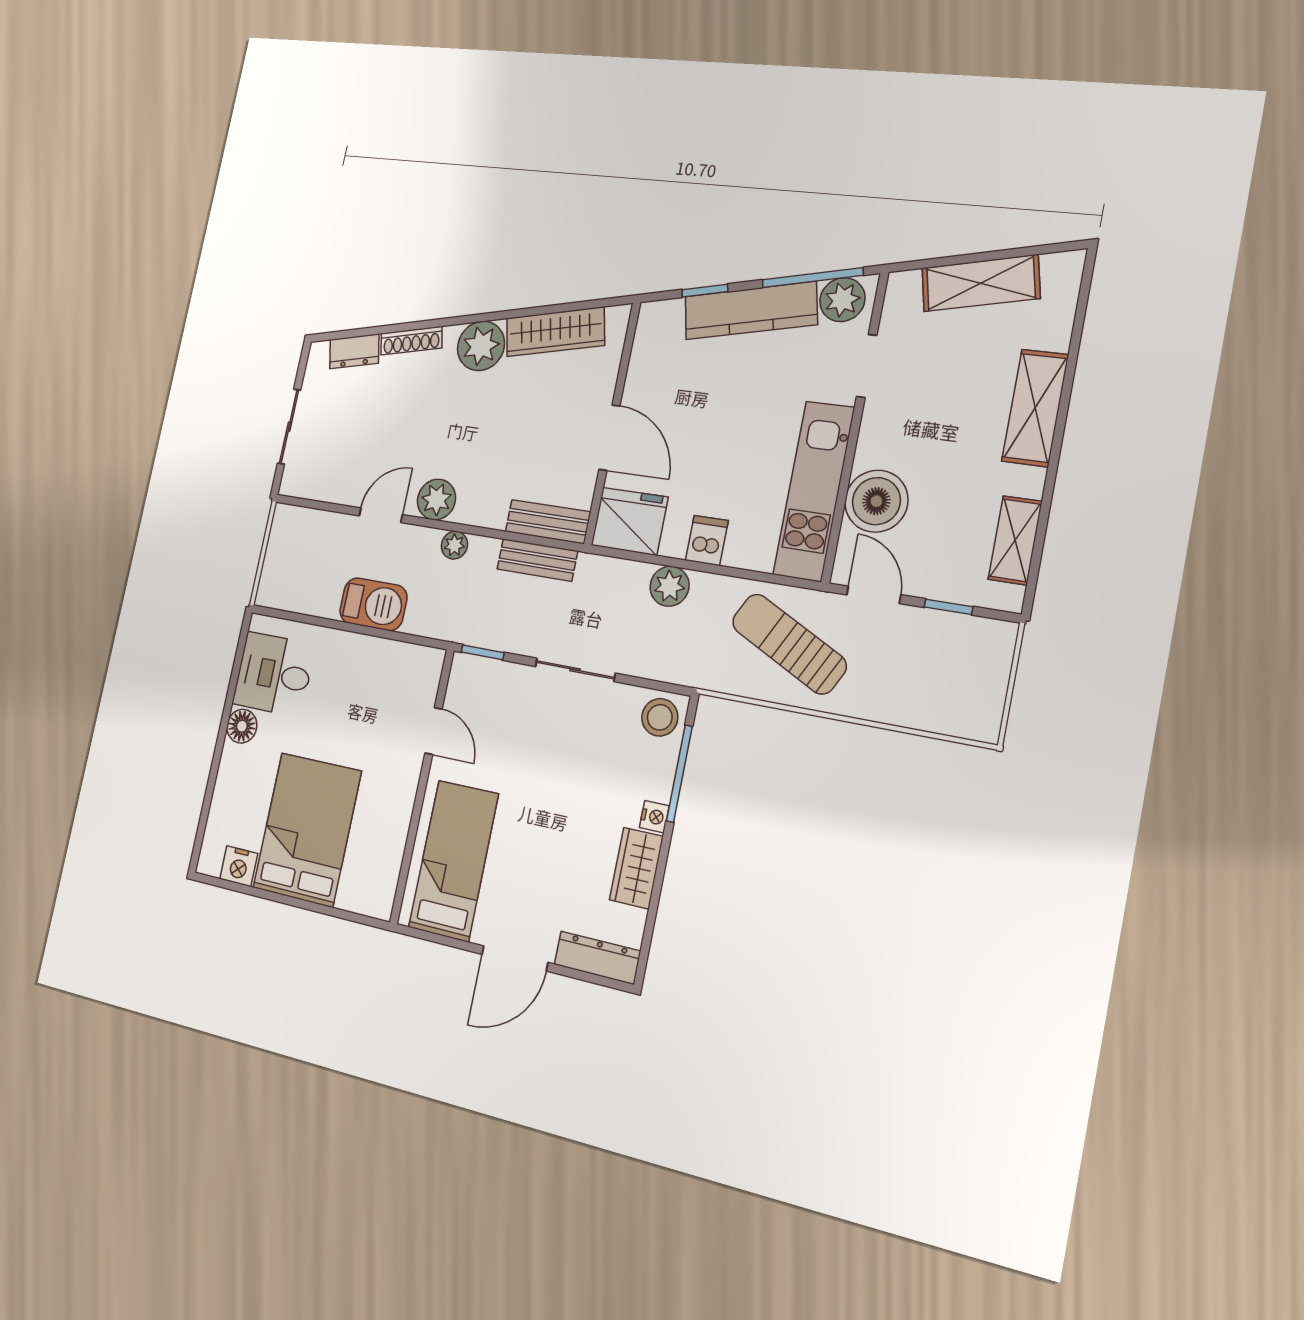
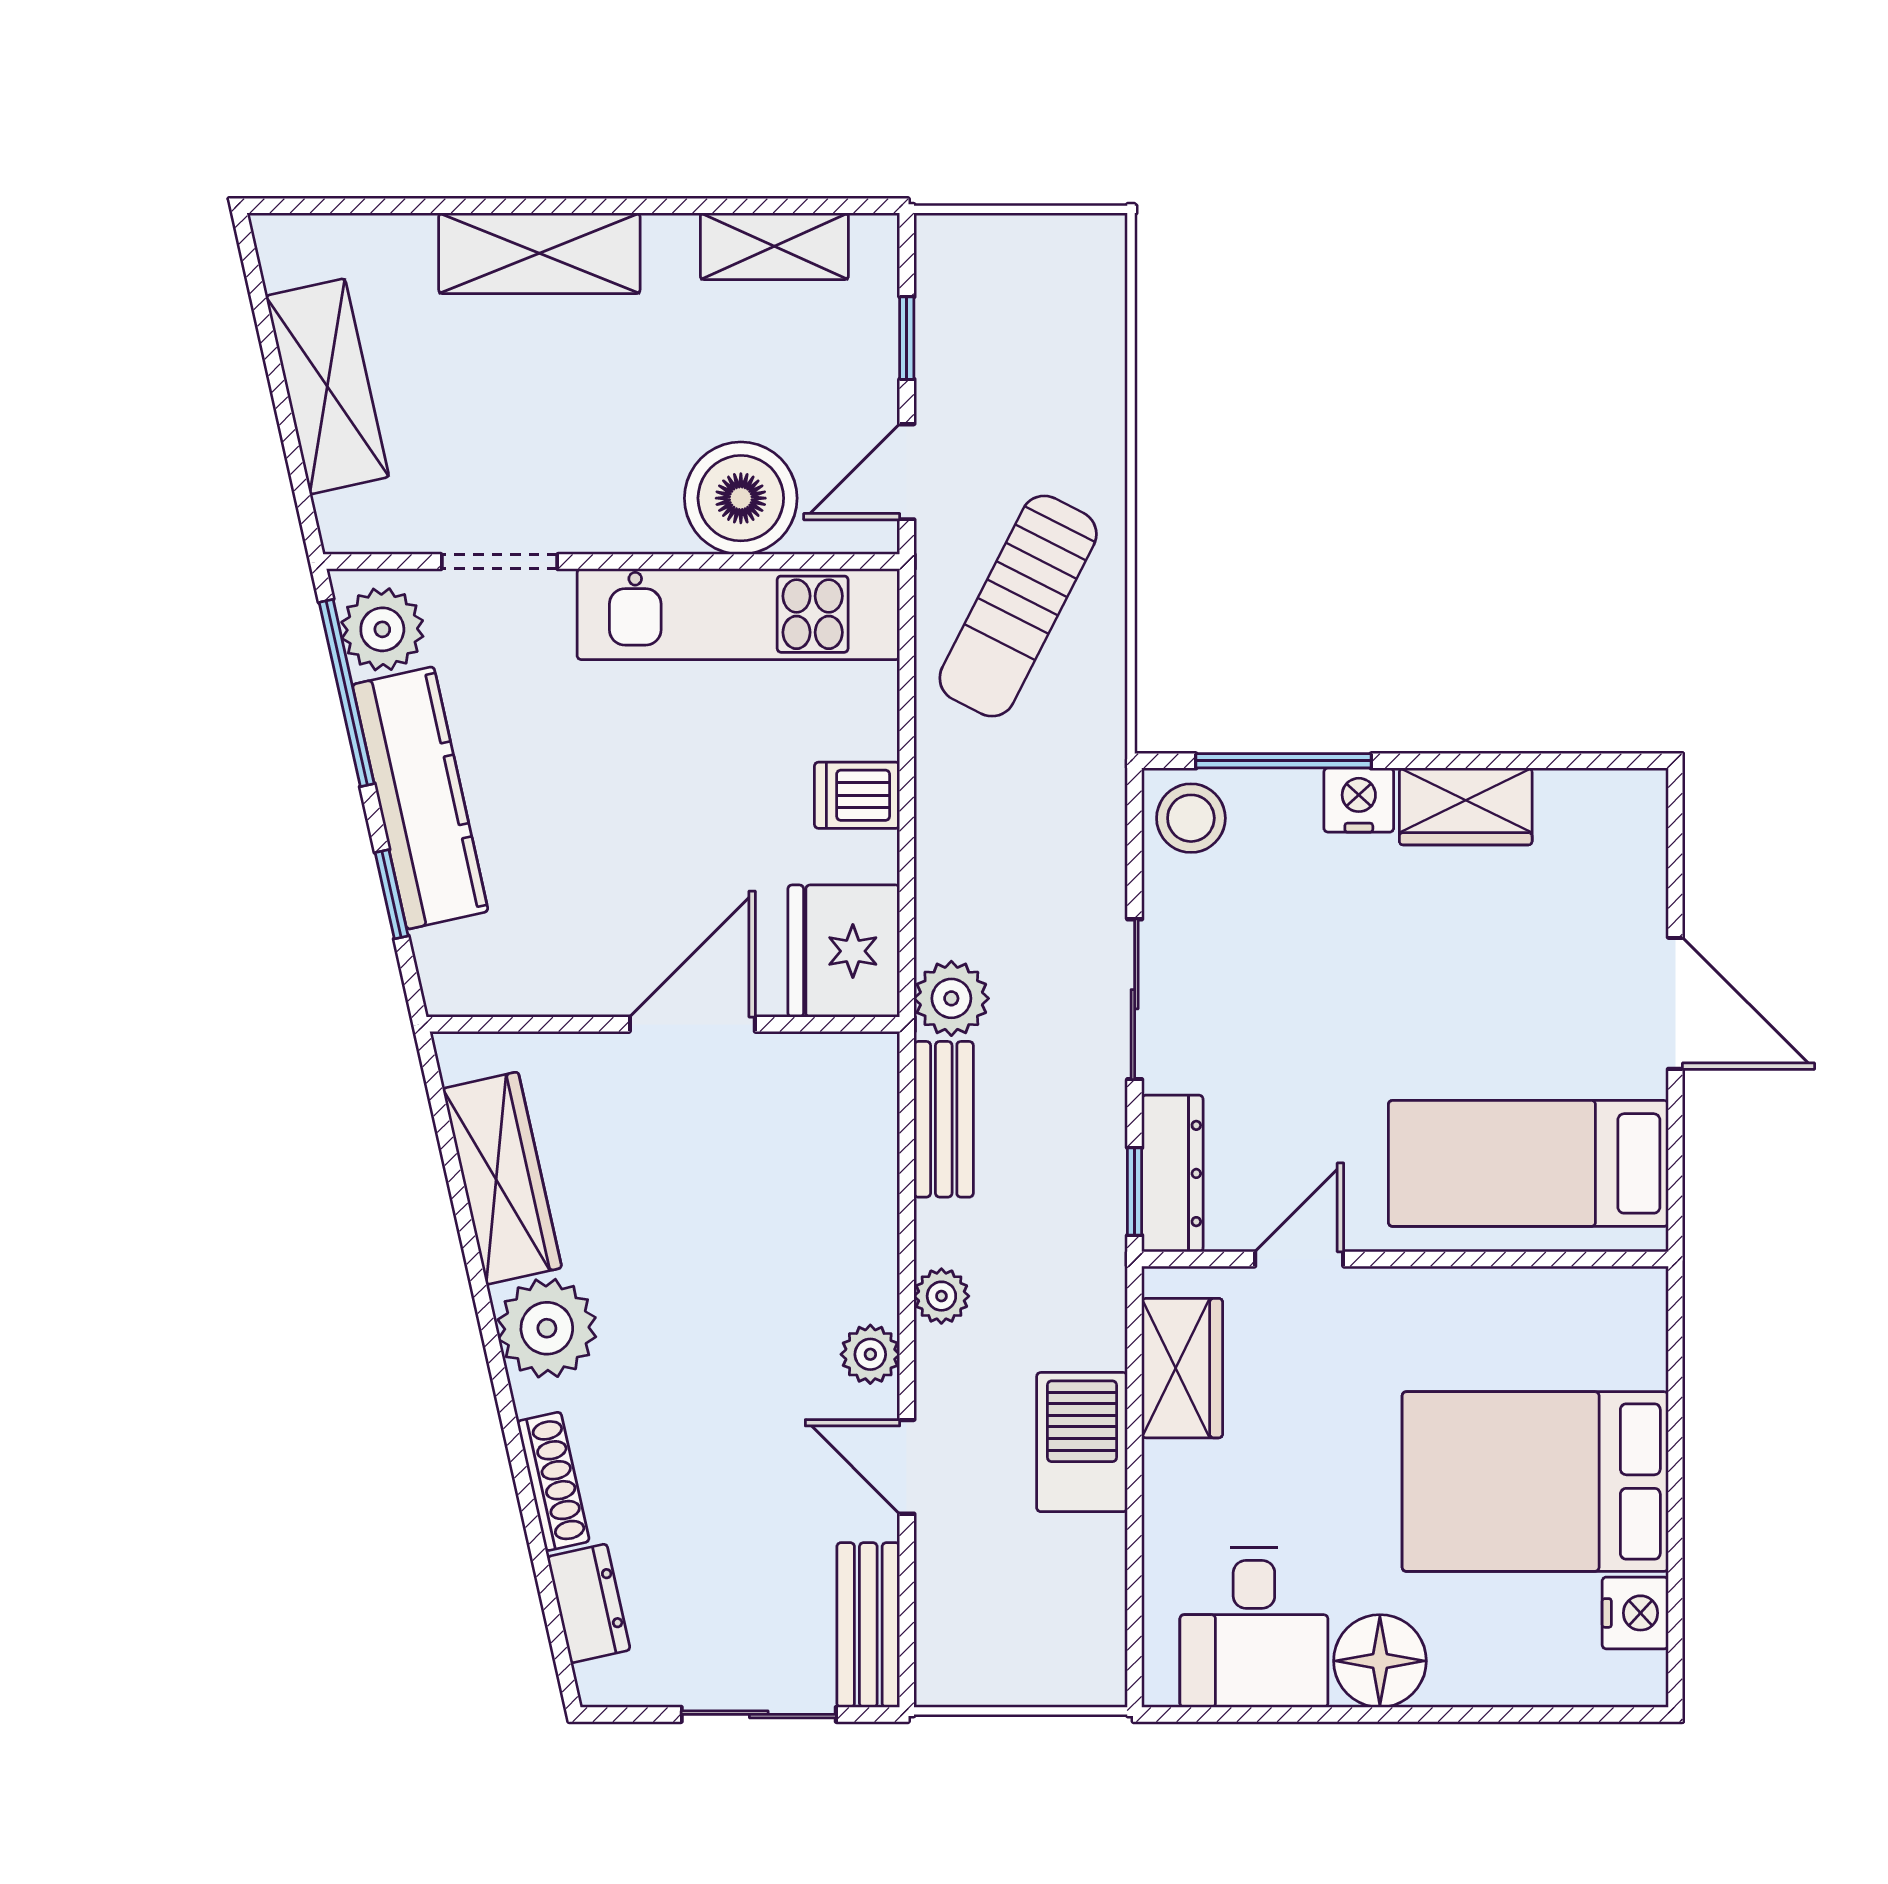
plant: (436, 500) -> (870, 1354), width x0.73, depth x0.73
bench: (548, 522) -> (868, 1625), moved
plant: (670, 586) -> (951, 998), moved
wardrobe: (396, 661) -> (1182, 1368), added
floor lamp: (242, 726) -> (1380, 1661), width x1.38, depth x1.38
nightstand: (654, 817) -> (1359, 800), width x1.39, depth x1.35
dresser: (597, 958) -> (1172, 1173), moved, turned 180

